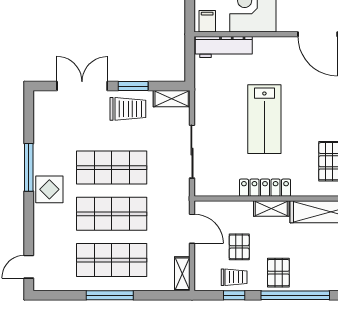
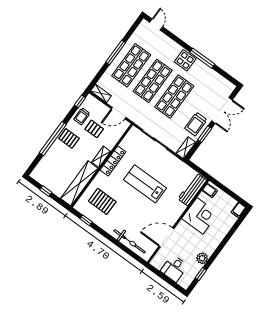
window: (234, 295) -> (80, 101), moved

